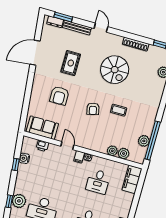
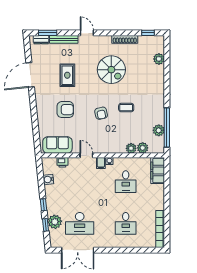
armchair: (59, 96) -> (65, 110), turned -90
window: (16, 165) -> (43, 205), moved

